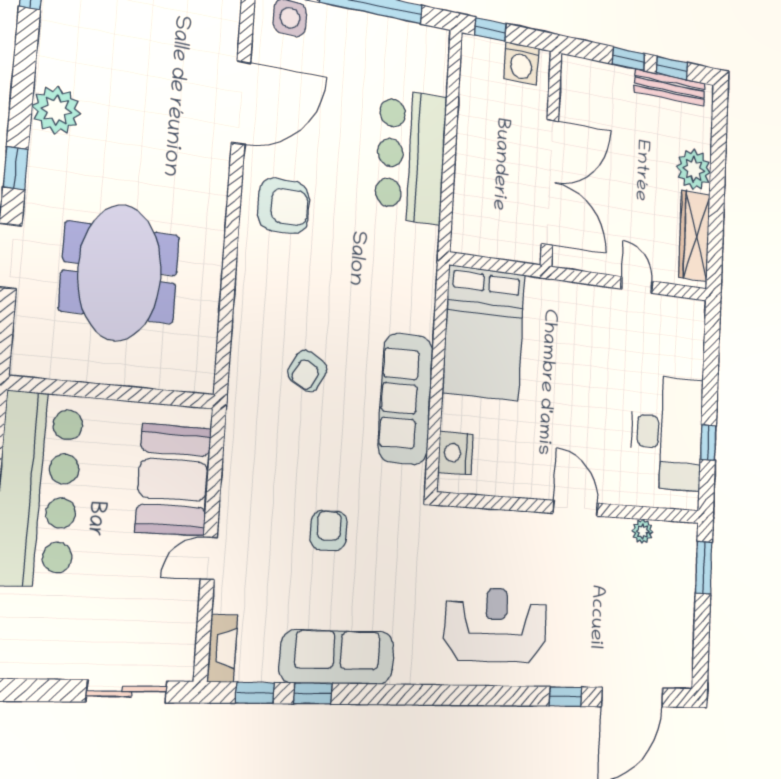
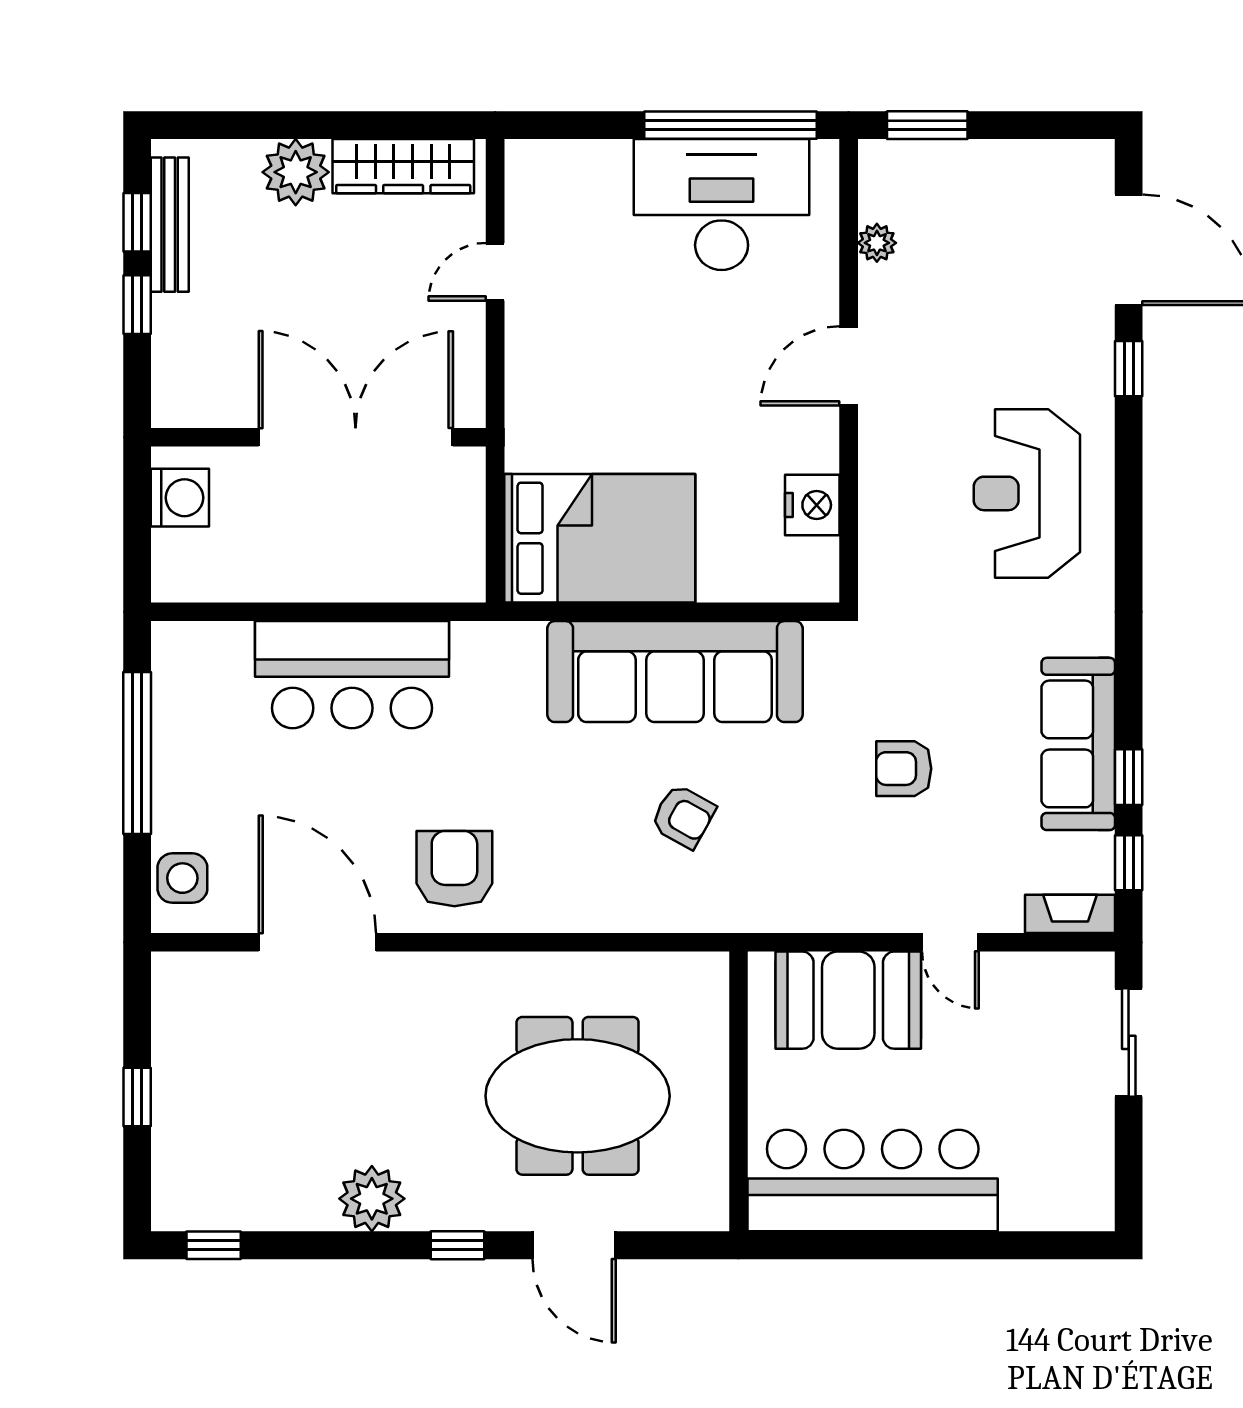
window: (490, 29) -> (137, 554), removed
sofa: (406, 399) -> (675, 672), width x1.36, depth x1.27
window: (708, 443) -> (731, 125), width x3.17
nightstand: (455, 453) -> (812, 505), moved, turned -90

